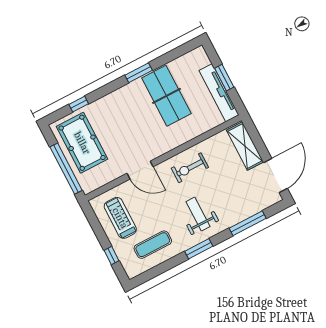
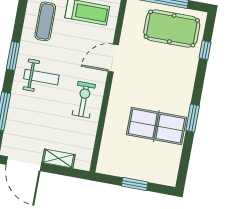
tv unit: (219, 93) -> (126, 170), removed
shelving: (245, 146) -> (59, 159), width x0.67, depth x0.75

